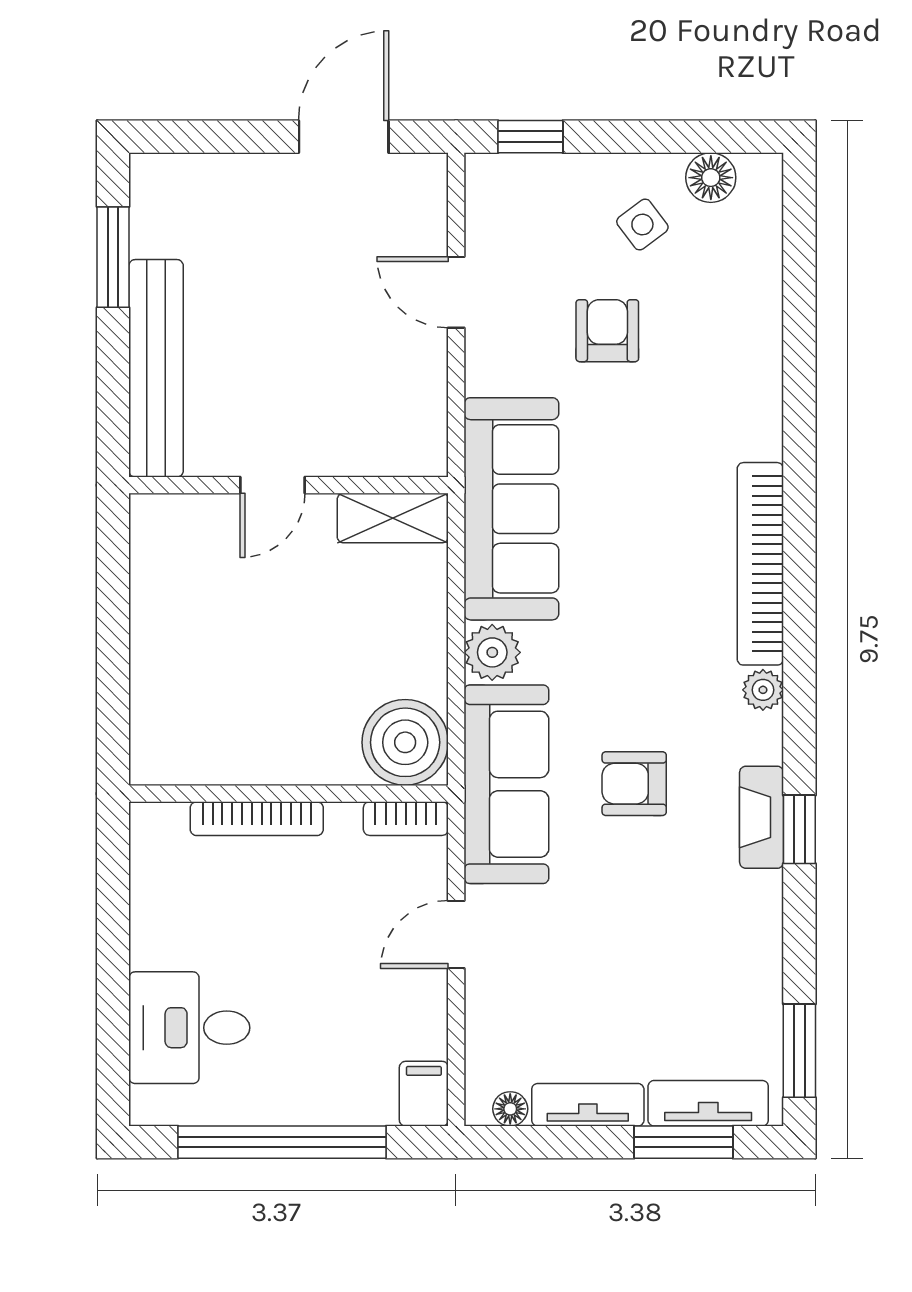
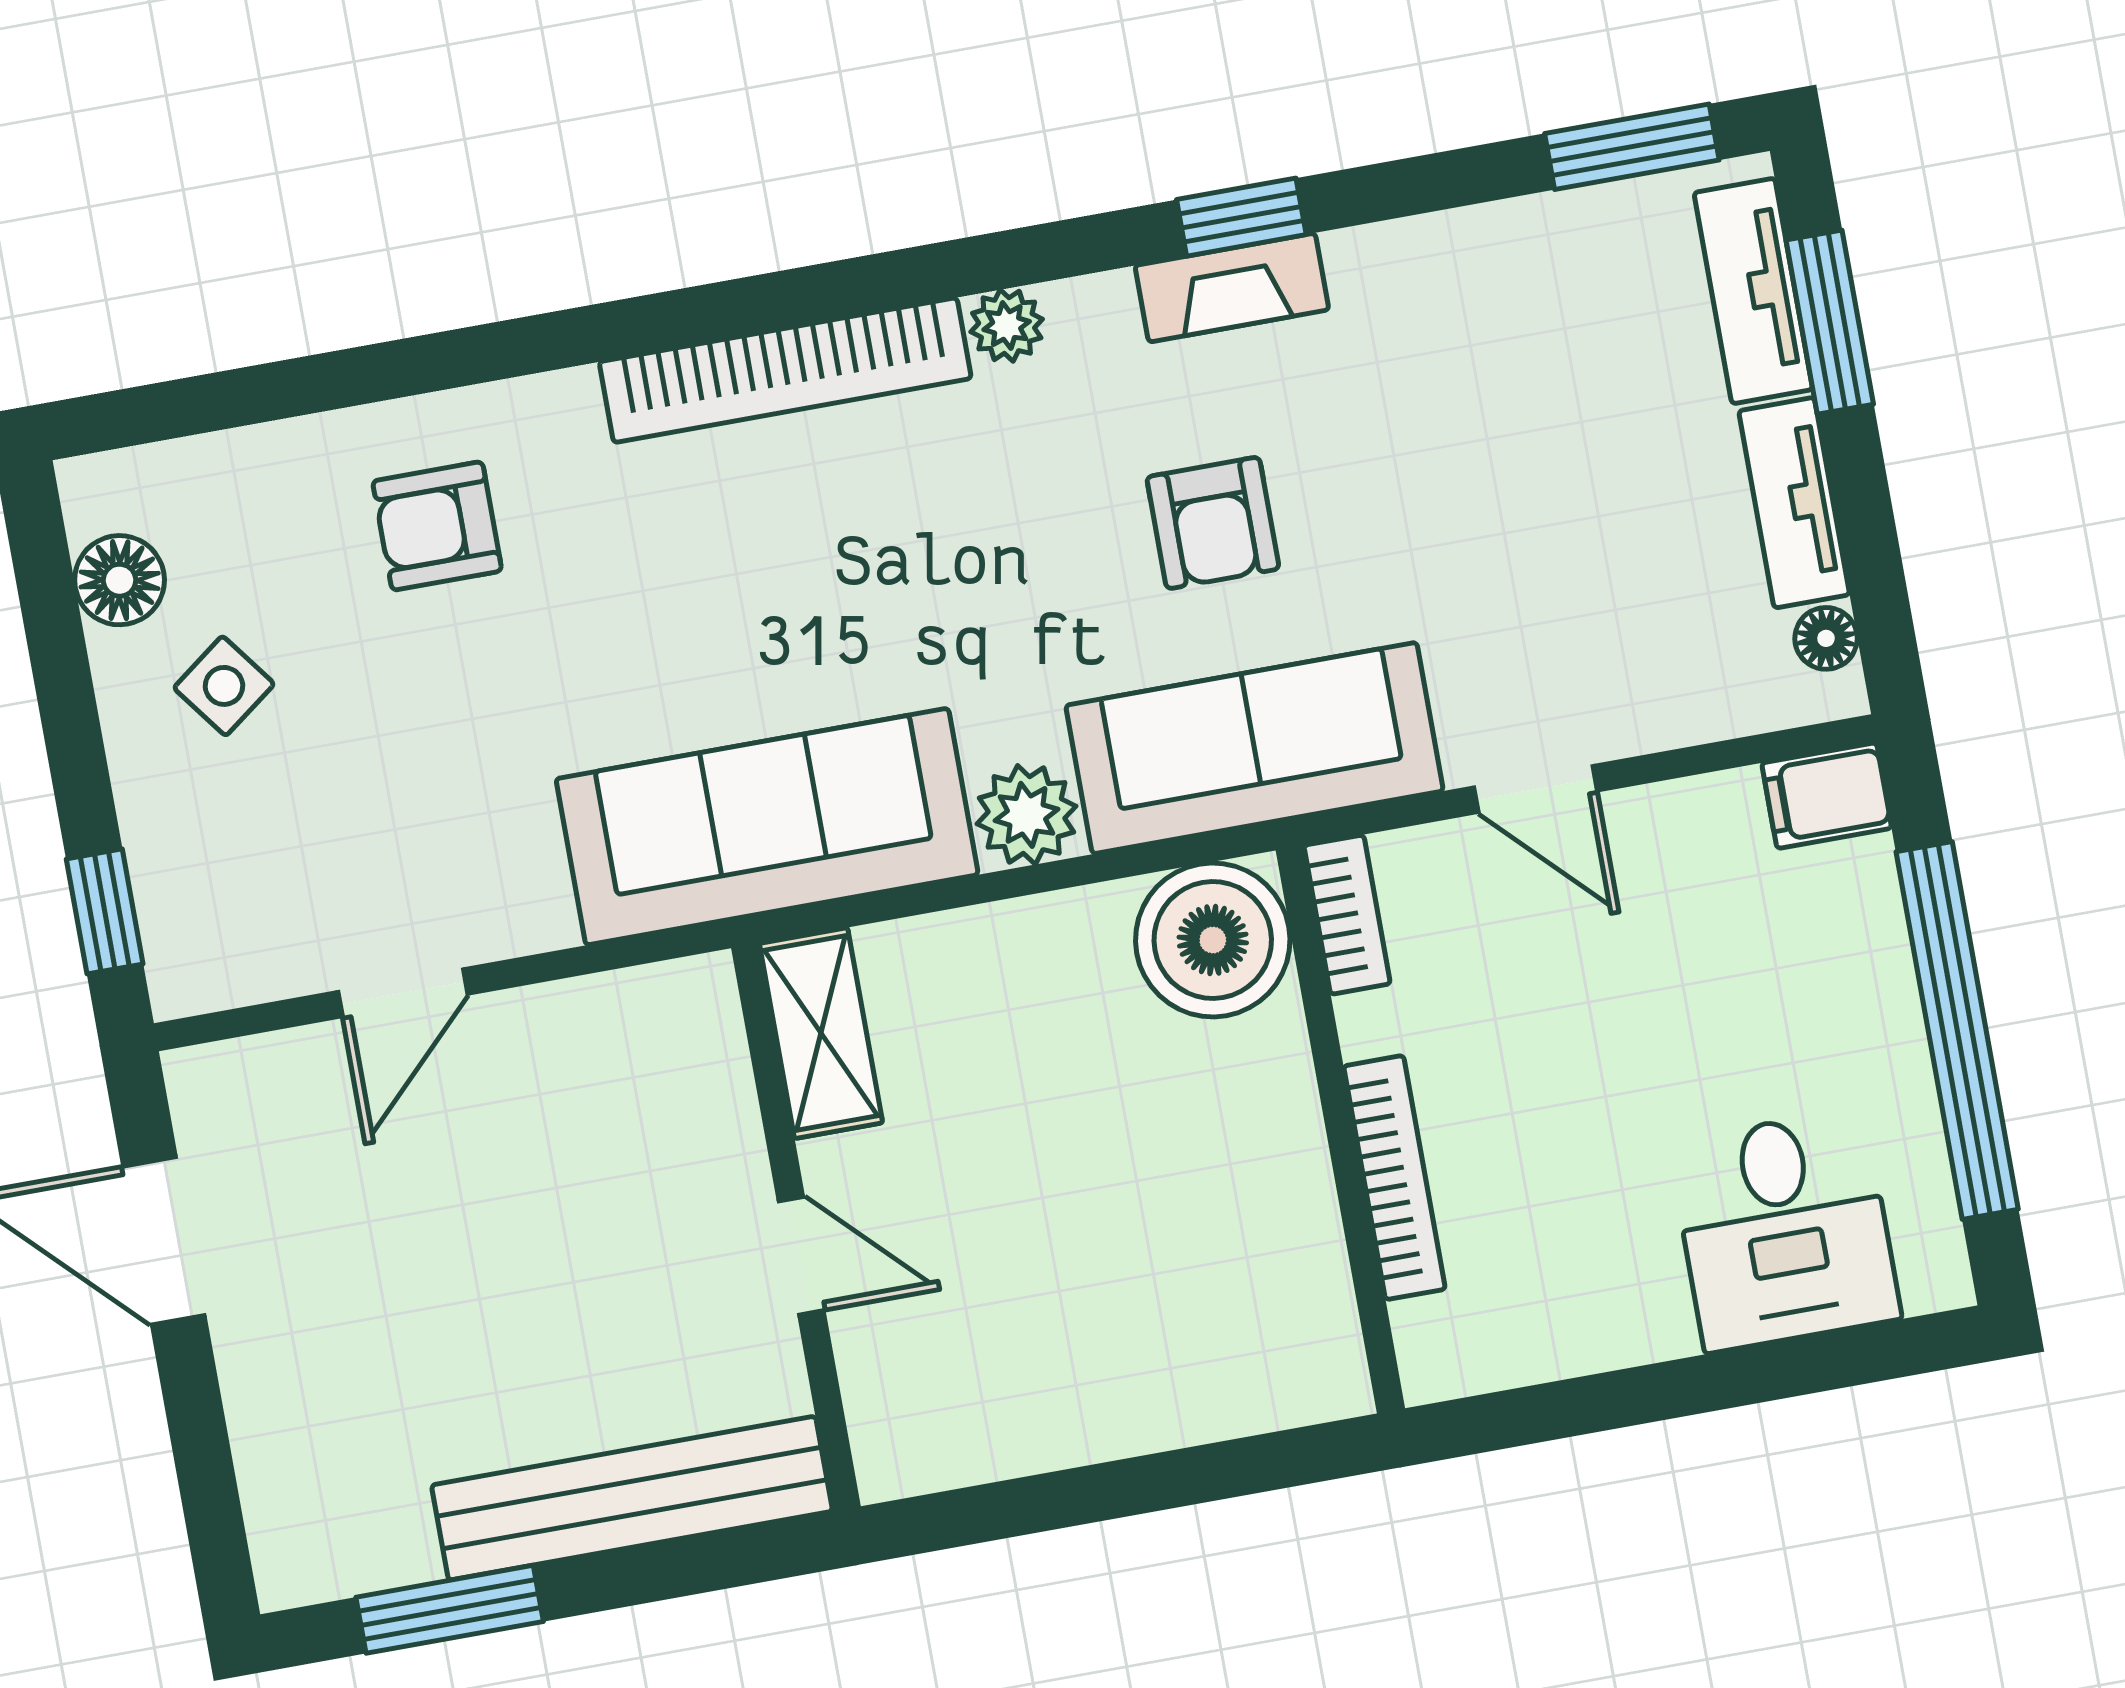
armchair: (607, 331) -> (437, 526), moved

